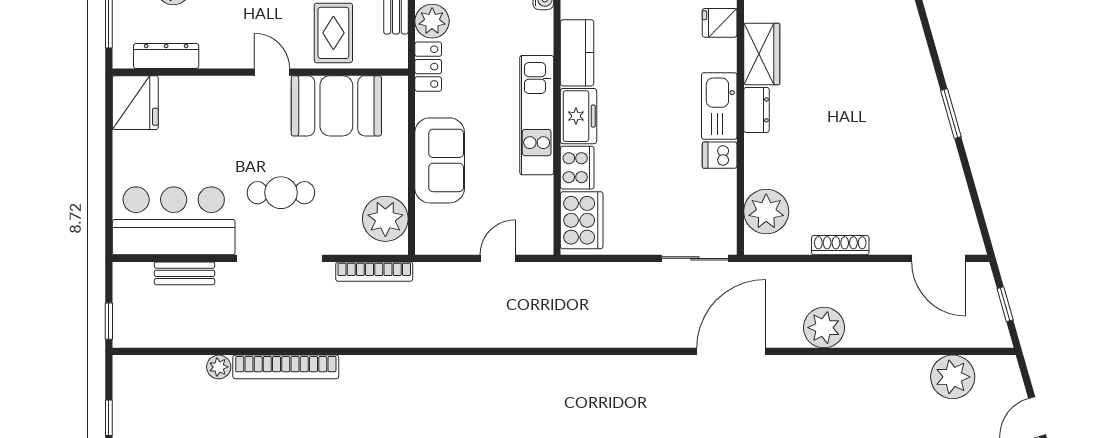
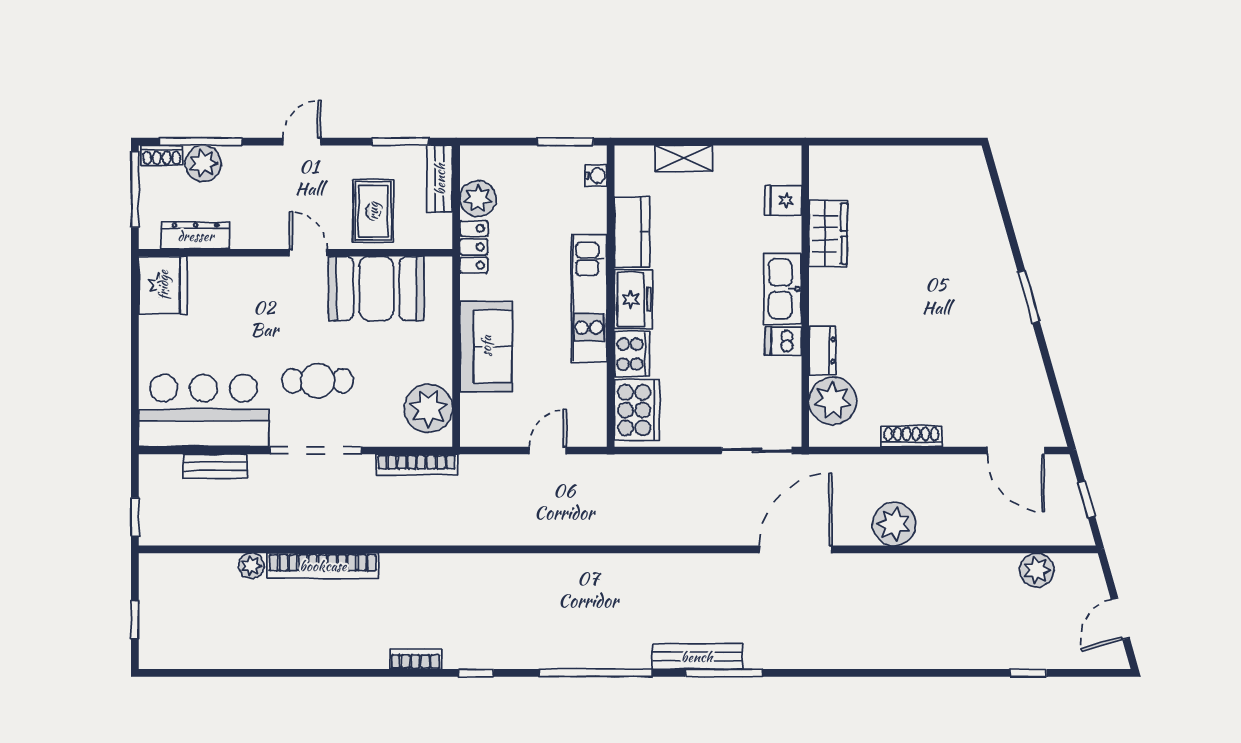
dresser: (757, 110) -> (822, 350), moved
plant: (953, 377) -> (1037, 570), width x0.73, depth x0.73

